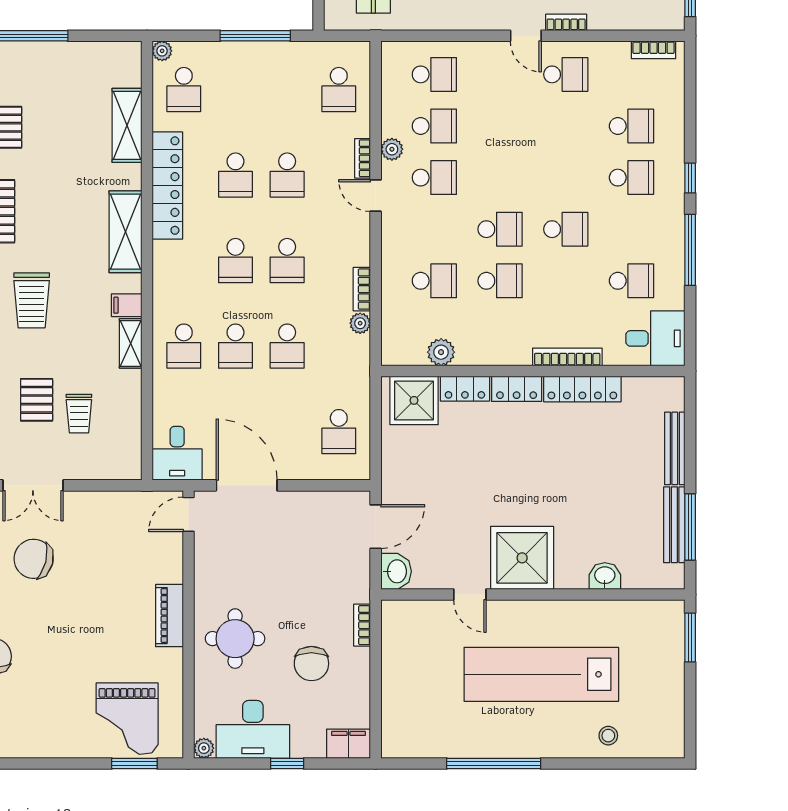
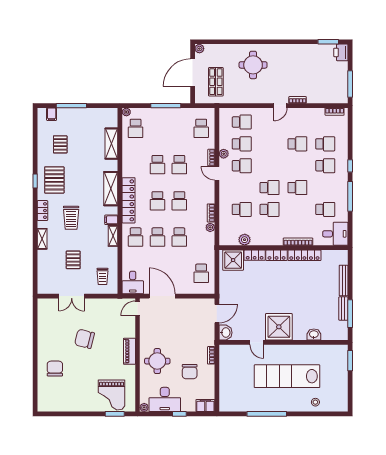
door: (526, 36) -> (280, 106), hinge flipped
school desk: (566, 74) -> (297, 144), moved
locker: (167, 186) -> (129, 200), moved
trolley: (79, 414) -> (102, 276), moved
bench: (674, 525) -> (343, 309), width x0.73
chair: (34, 559) -> (84, 339), moved

